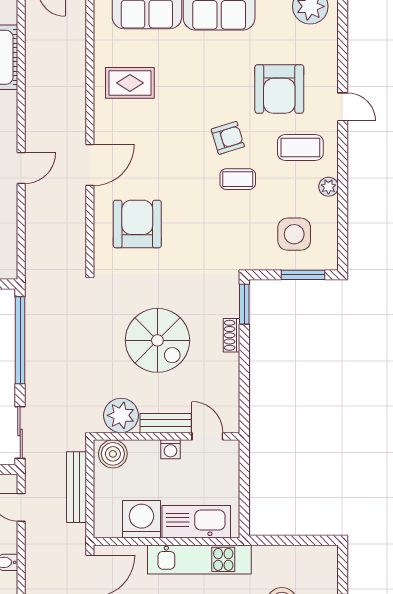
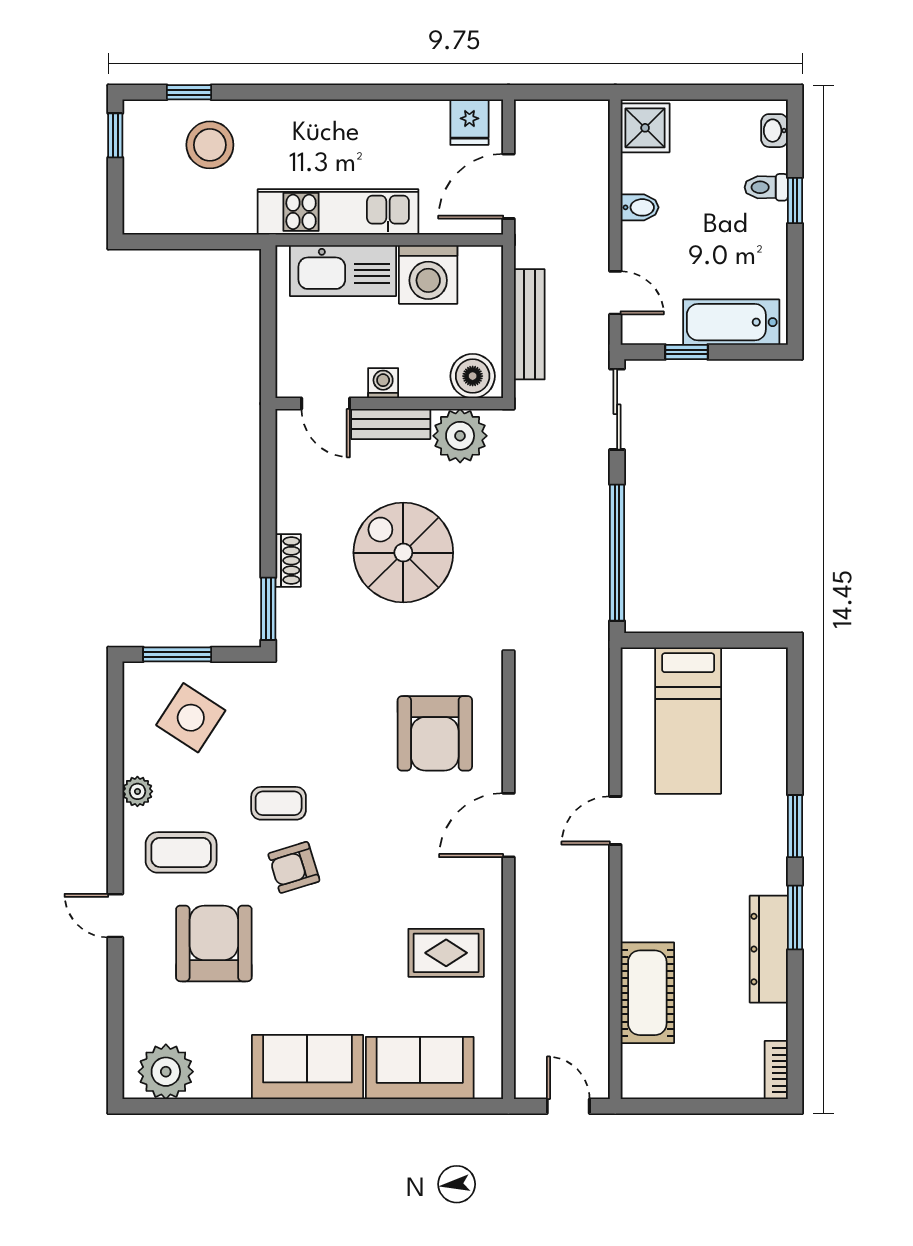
side table: (294, 234) -> (191, 718), turned 33

